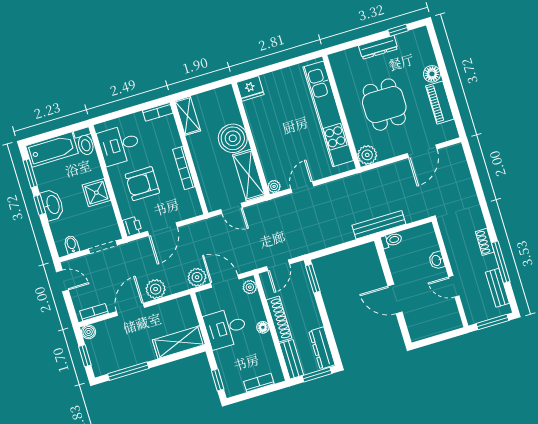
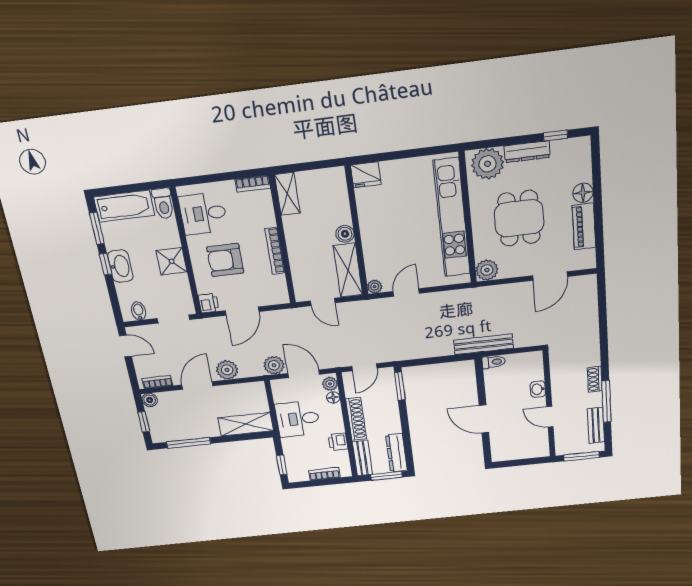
plant: (348, 63) -> (488, 164), added
boiler: (233, 138) -> (345, 234), width x0.54, depth x0.54
floor lamp: (263, 327) -> (333, 397), moved
printer: (266, 346) -> (338, 442), added

